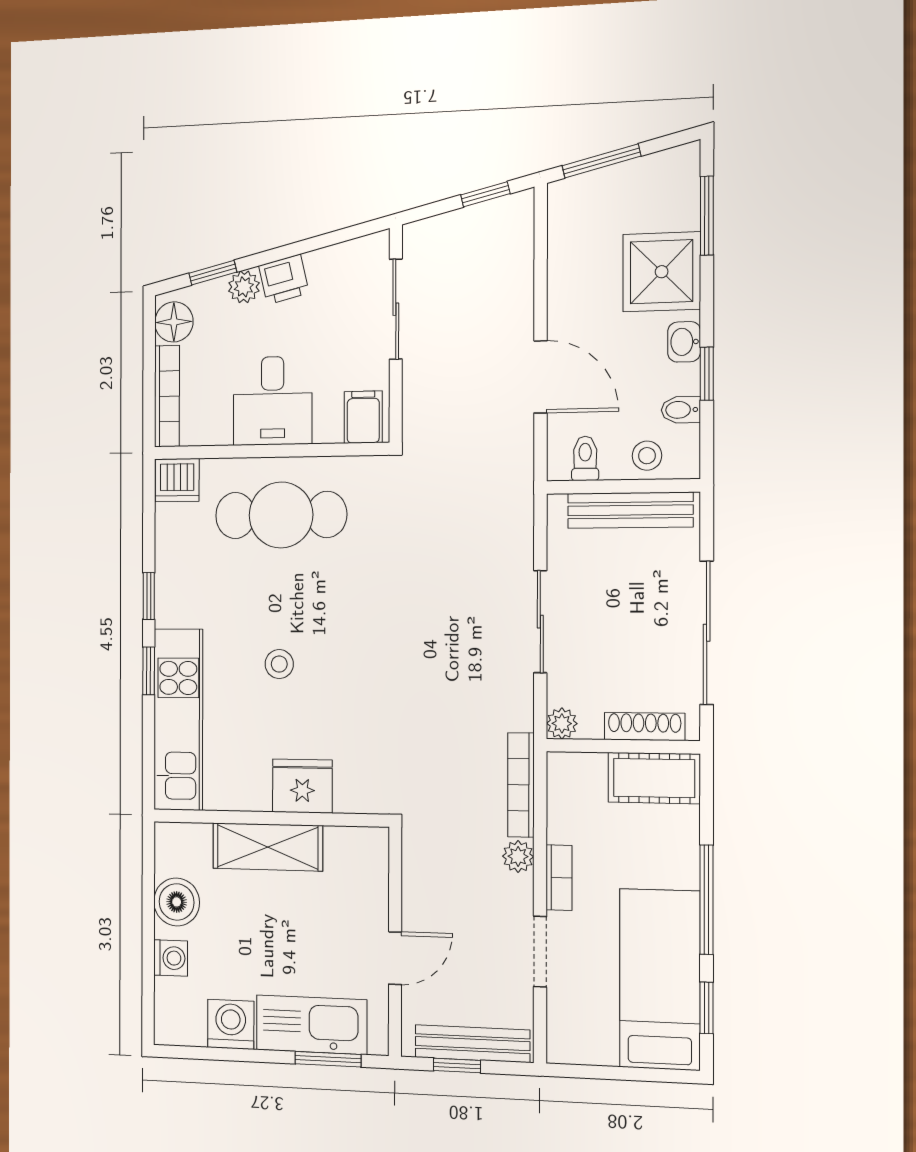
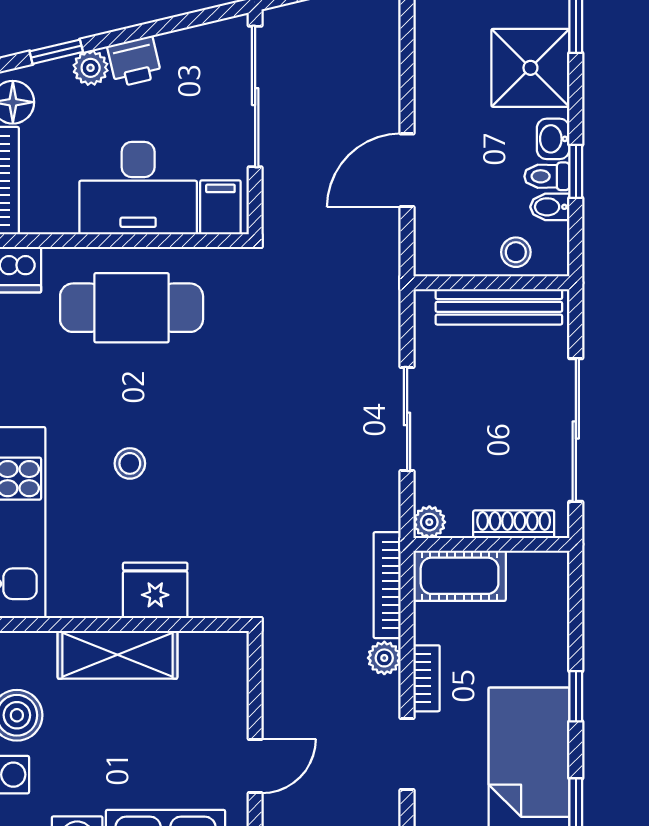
sliding door: (396, 309) -> (255, 97), width x1.37
door: (540, 377) -> (407, 170), swing flipped
desk: (273, 401) -> (138, 188), width x1.37
toilet: (585, 458) -> (547, 176), moved, turned -90
cot: (654, 778) -> (460, 576), moved
window: (707, 900) -> (576, 696), width x0.46

